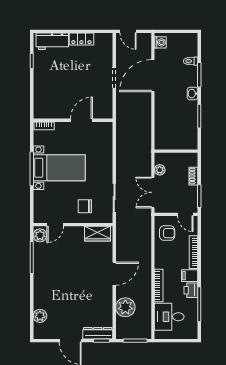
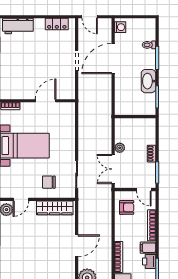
locker: (81, 39) -> (57, 24), moved
washbasin: (192, 94) -> (148, 81), width x1.91, depth x1.45
wall: (176, 151) -> (135, 117), moved
wardrobe: (97, 234) -> (55, 208), width x1.50

